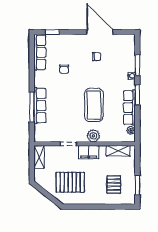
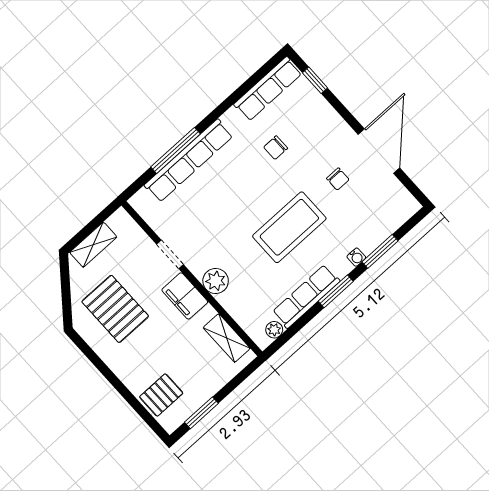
coffee table: (94, 105) -> (289, 227), moved
row of seats: (40, 106) -> (189, 161), width x1.36
shelving: (39, 157) -> (93, 245), moved
pallet: (114, 185) -> (161, 395), moved

